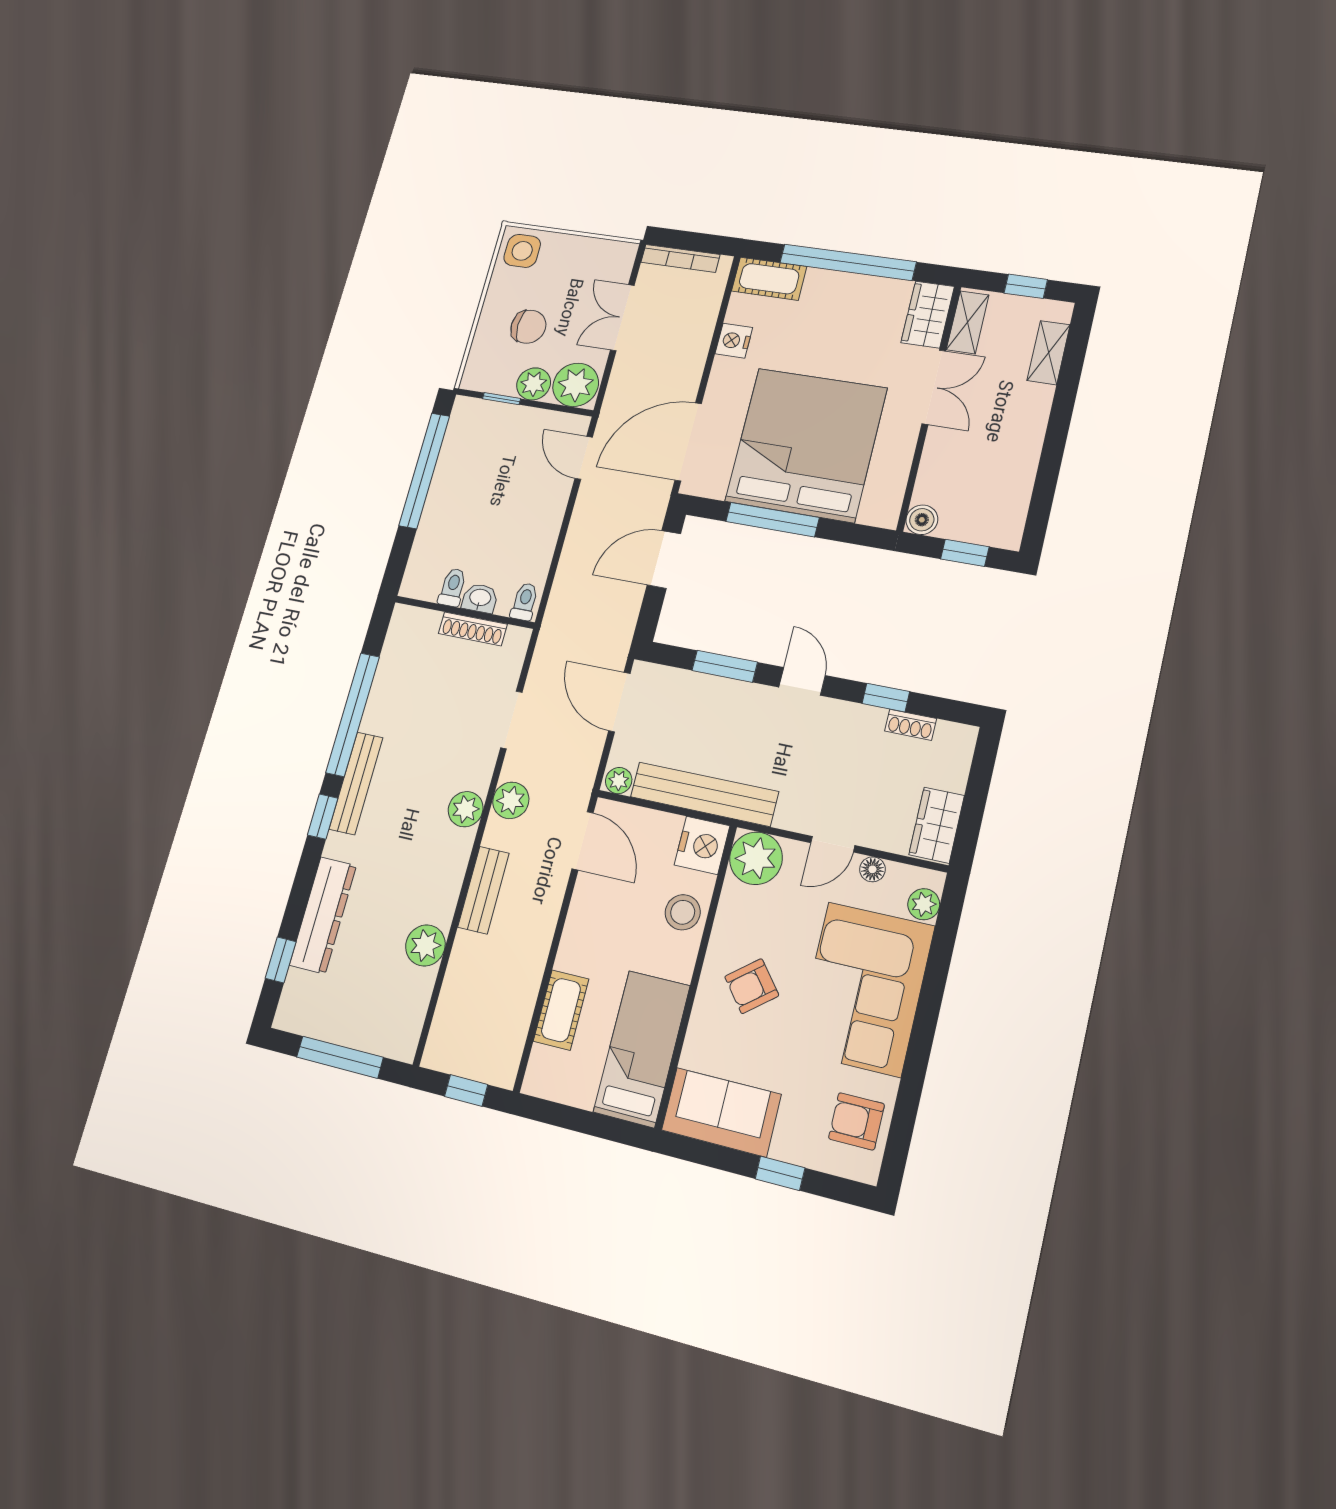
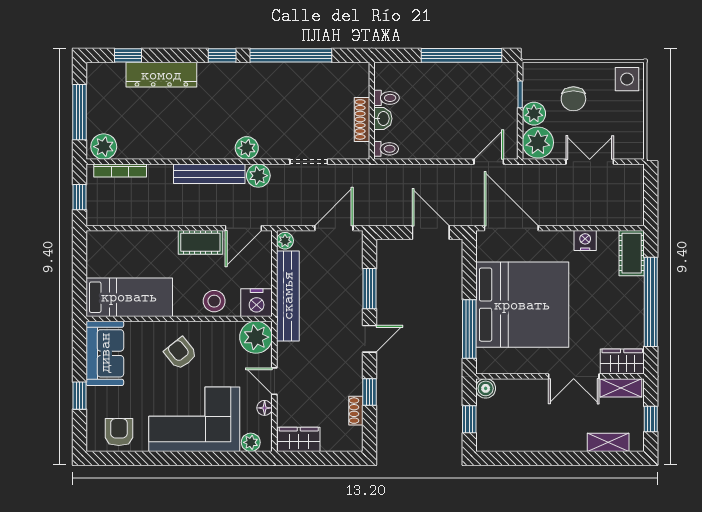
bookcase: (680, 258) -> (120, 171), moved, turned -90
window: (772, 520) -> (469, 329), moved
bench: (356, 783) -> (248, 71), removed
bench: (483, 890) -> (209, 174), width x1.36
plant: (425, 945) -> (104, 147), moved
cot: (561, 1010) -> (200, 242), moved

